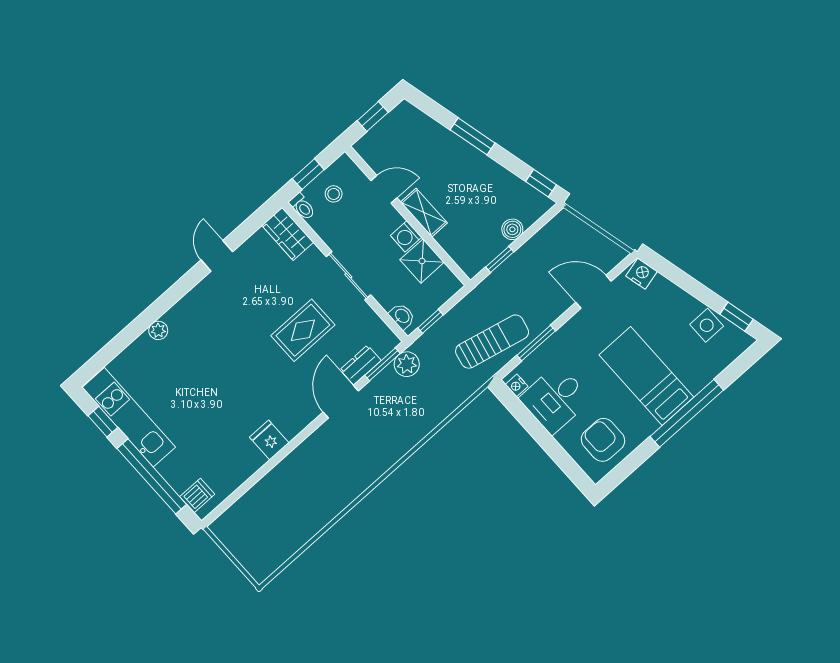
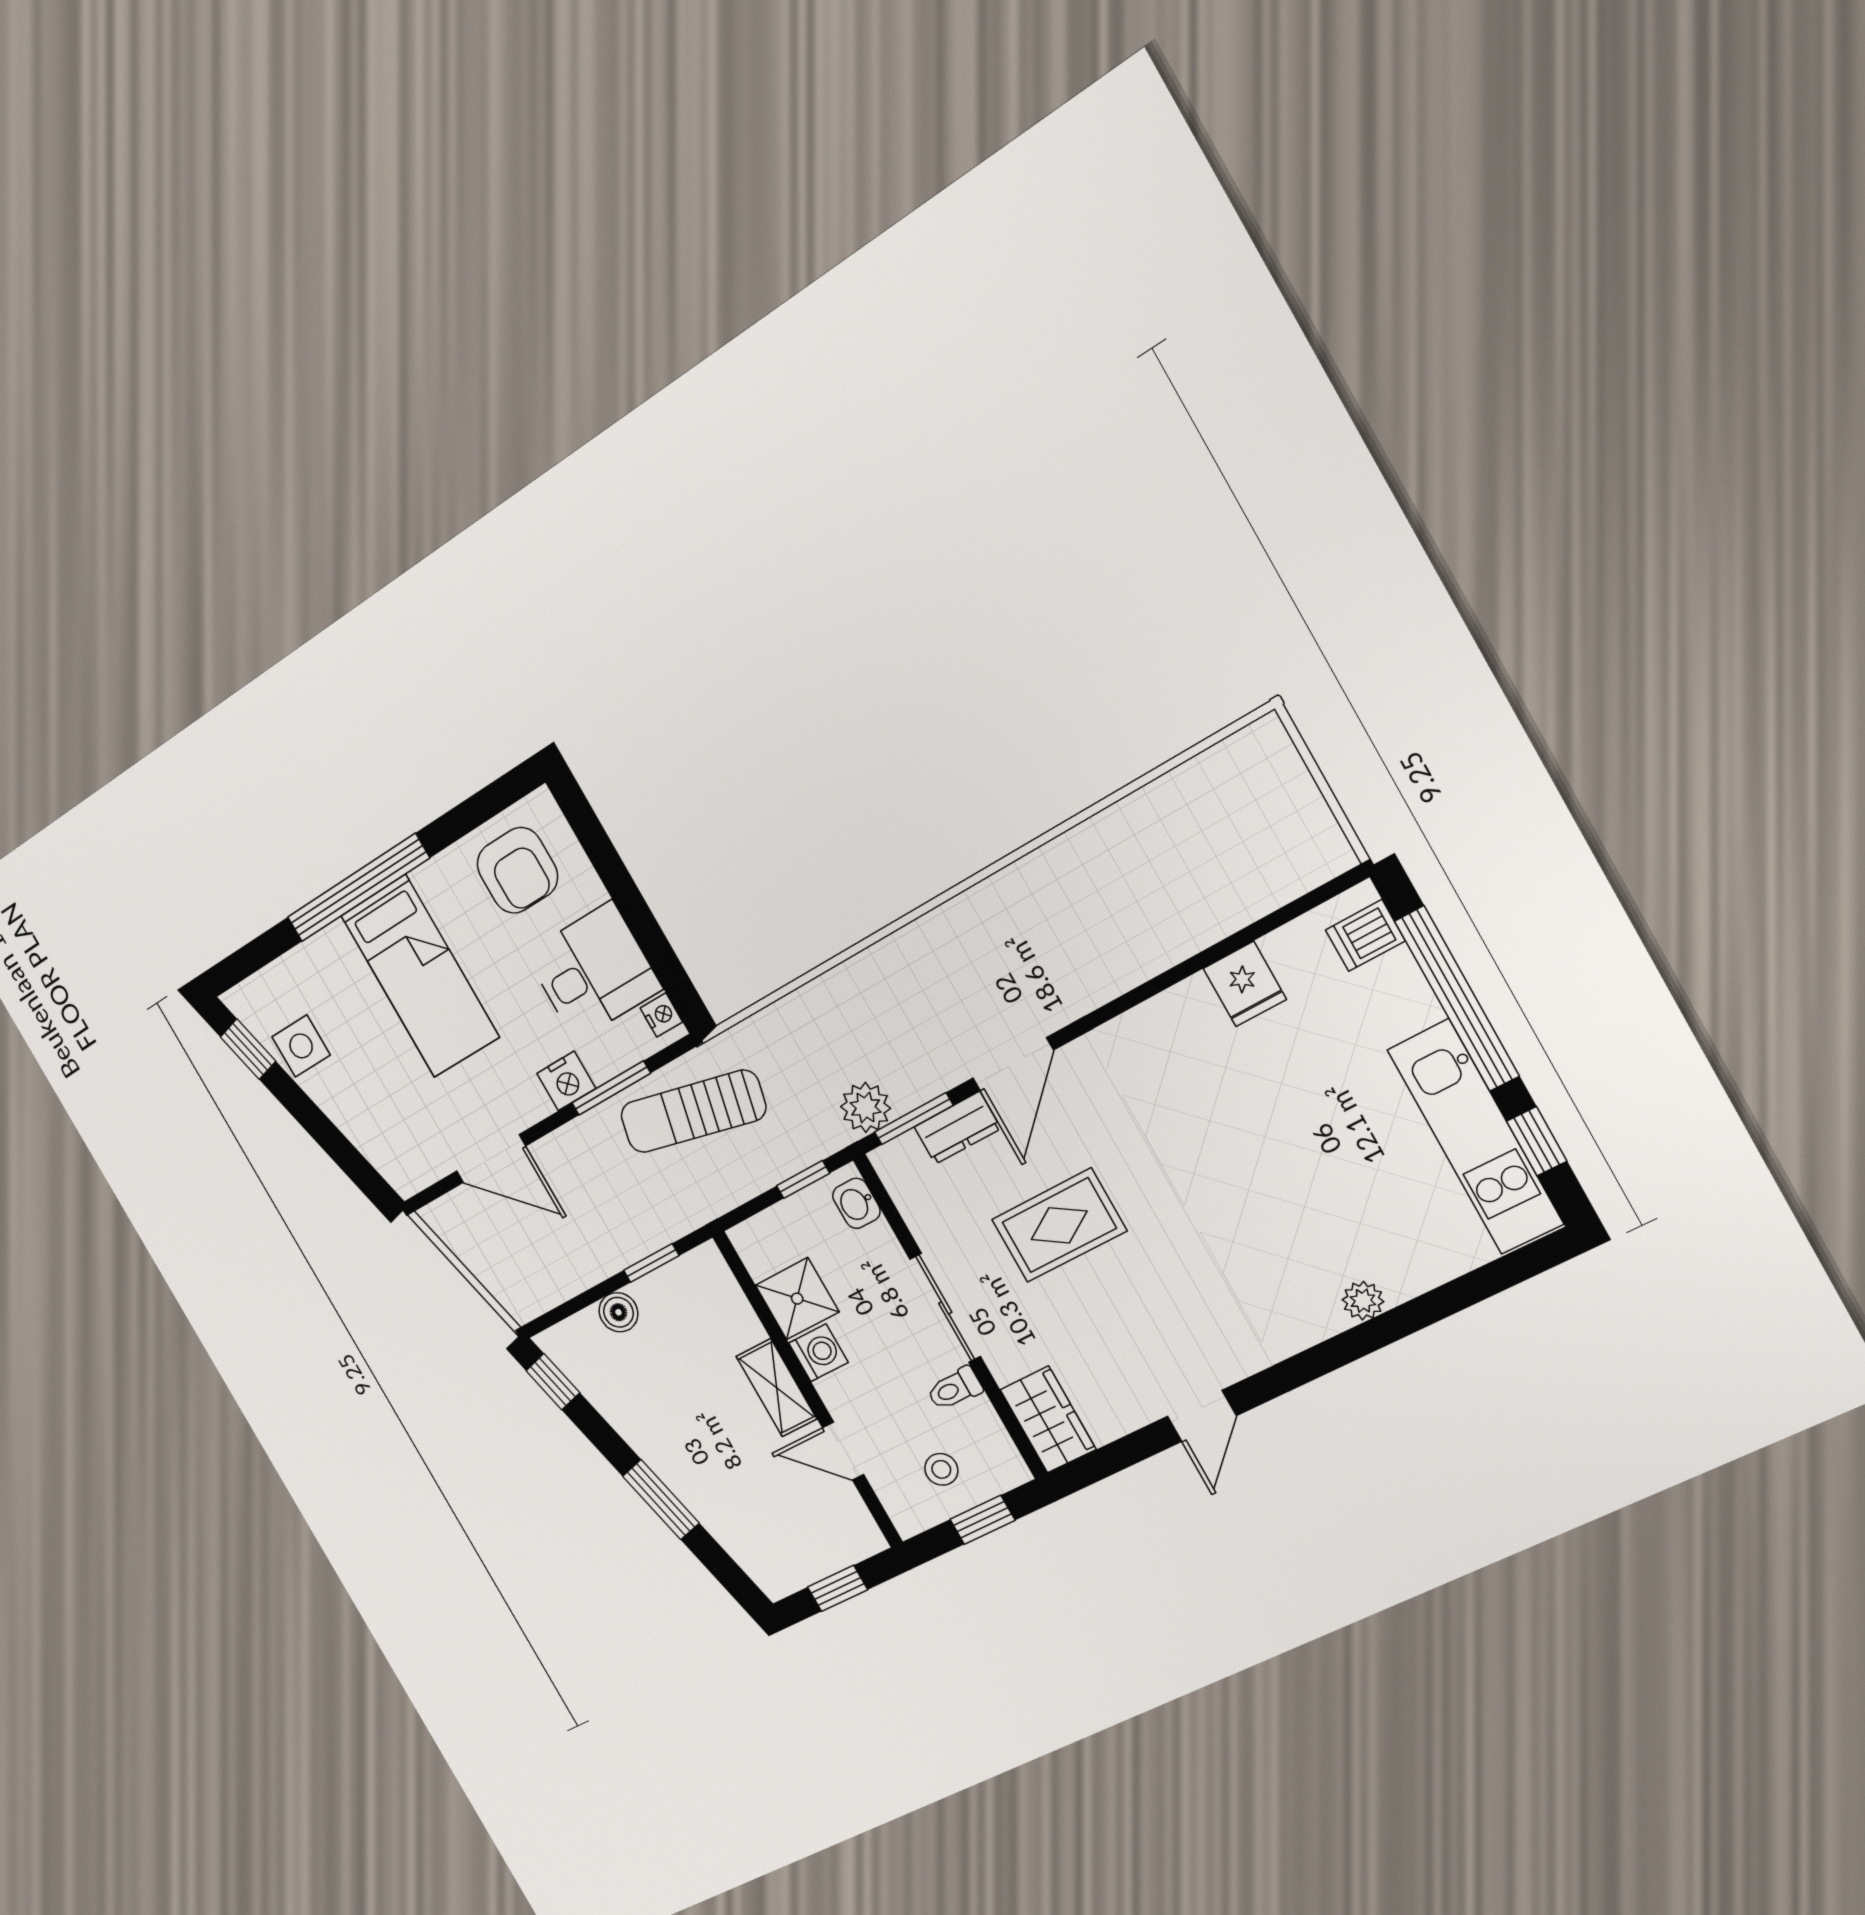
toilet: (302, 207) -> (954, 1389), moved, turned -90
nightstand: (641, 274) -> (566, 1081), moved, turned -76
fridge: (269, 440) -> (1245, 984), moved

